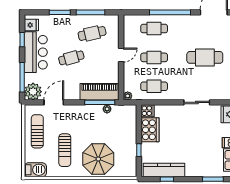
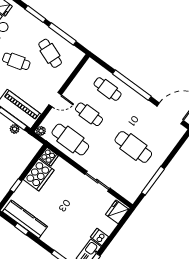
cafe table: (92, 33) -> (50, 53), turned 34
door: (121, 55) -> (55, 100), moved
cafe table: (154, 86) -> (70, 140), width x1.37, depth x1.35

